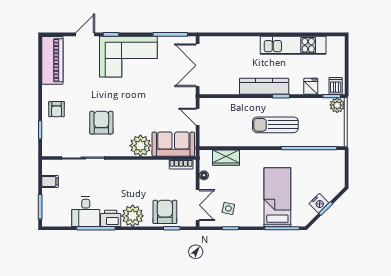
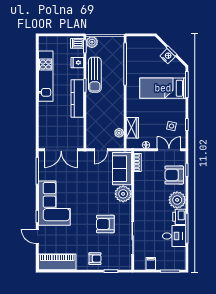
sun lounger: (275, 125) -> (95, 75), moved
plant: (220, 141) -> (119, 133), added

